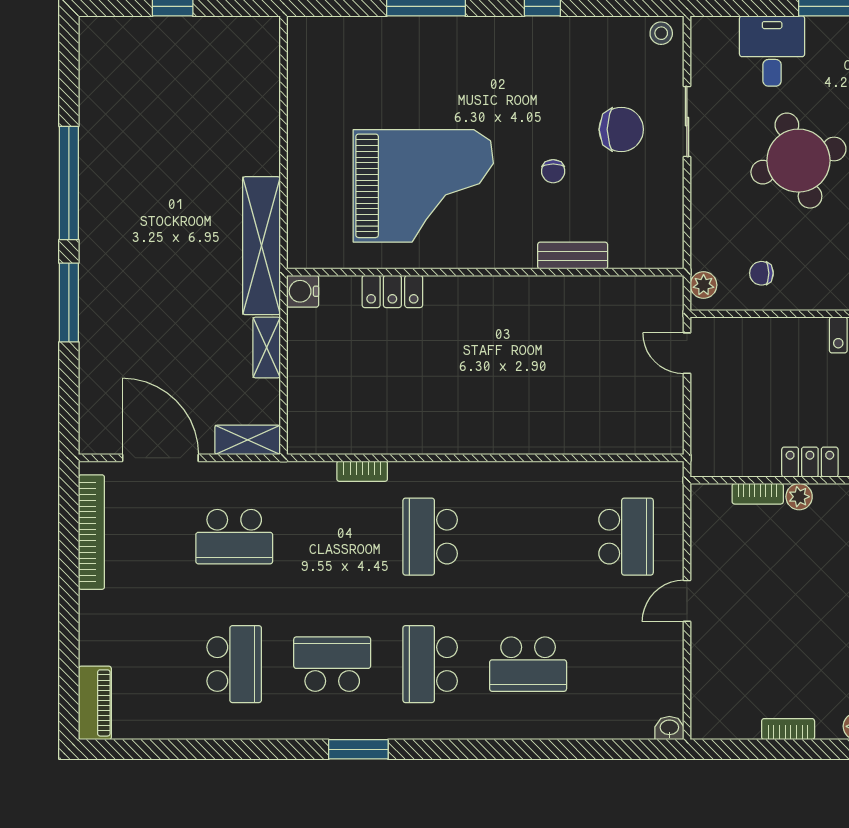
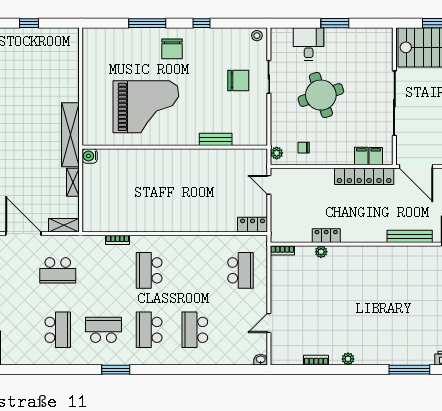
chair: (553, 171) -> (172, 49), moved, width x1.87, depth x1.87
locker: (392, 291) -> (253, 225), moved, turned 180
bookcase: (758, 494) -> (282, 250), moved
door: (687, 601) -> (269, 323), moved
school desk: (528, 664) -> (195, 330), turned 90

